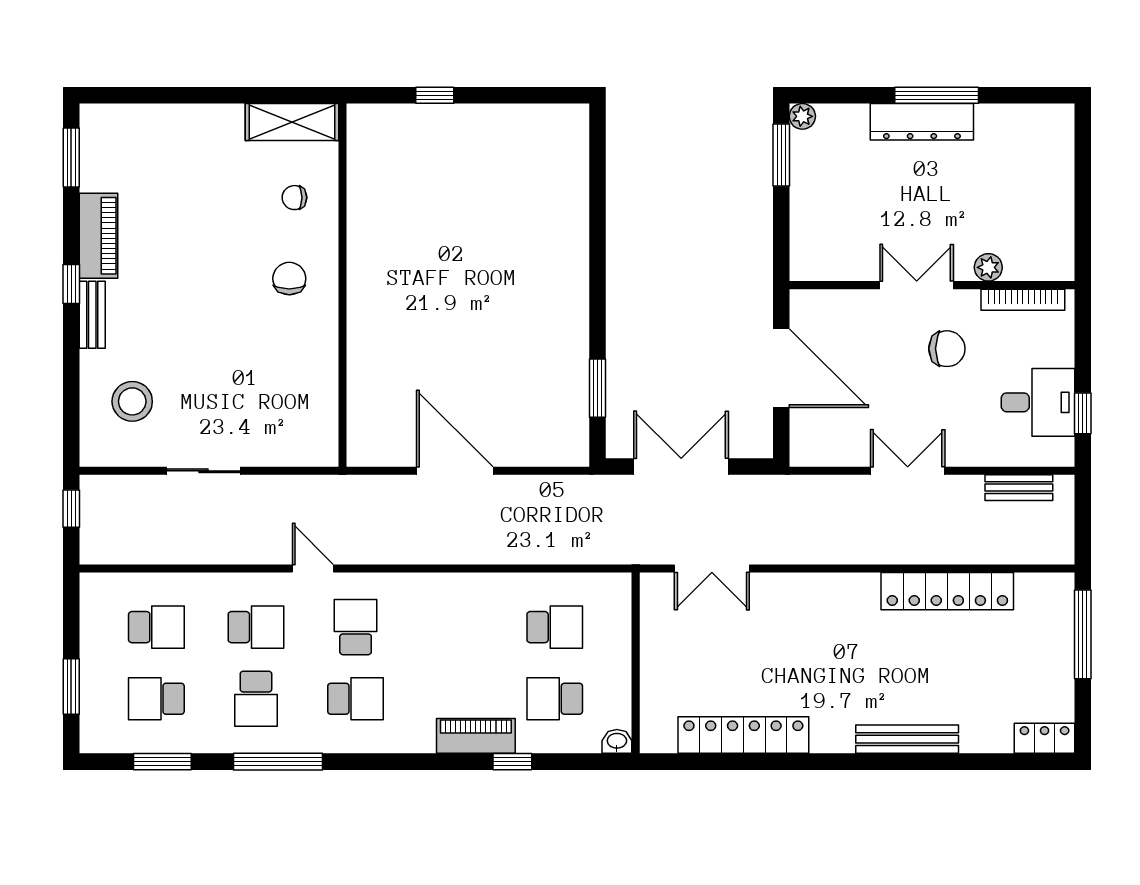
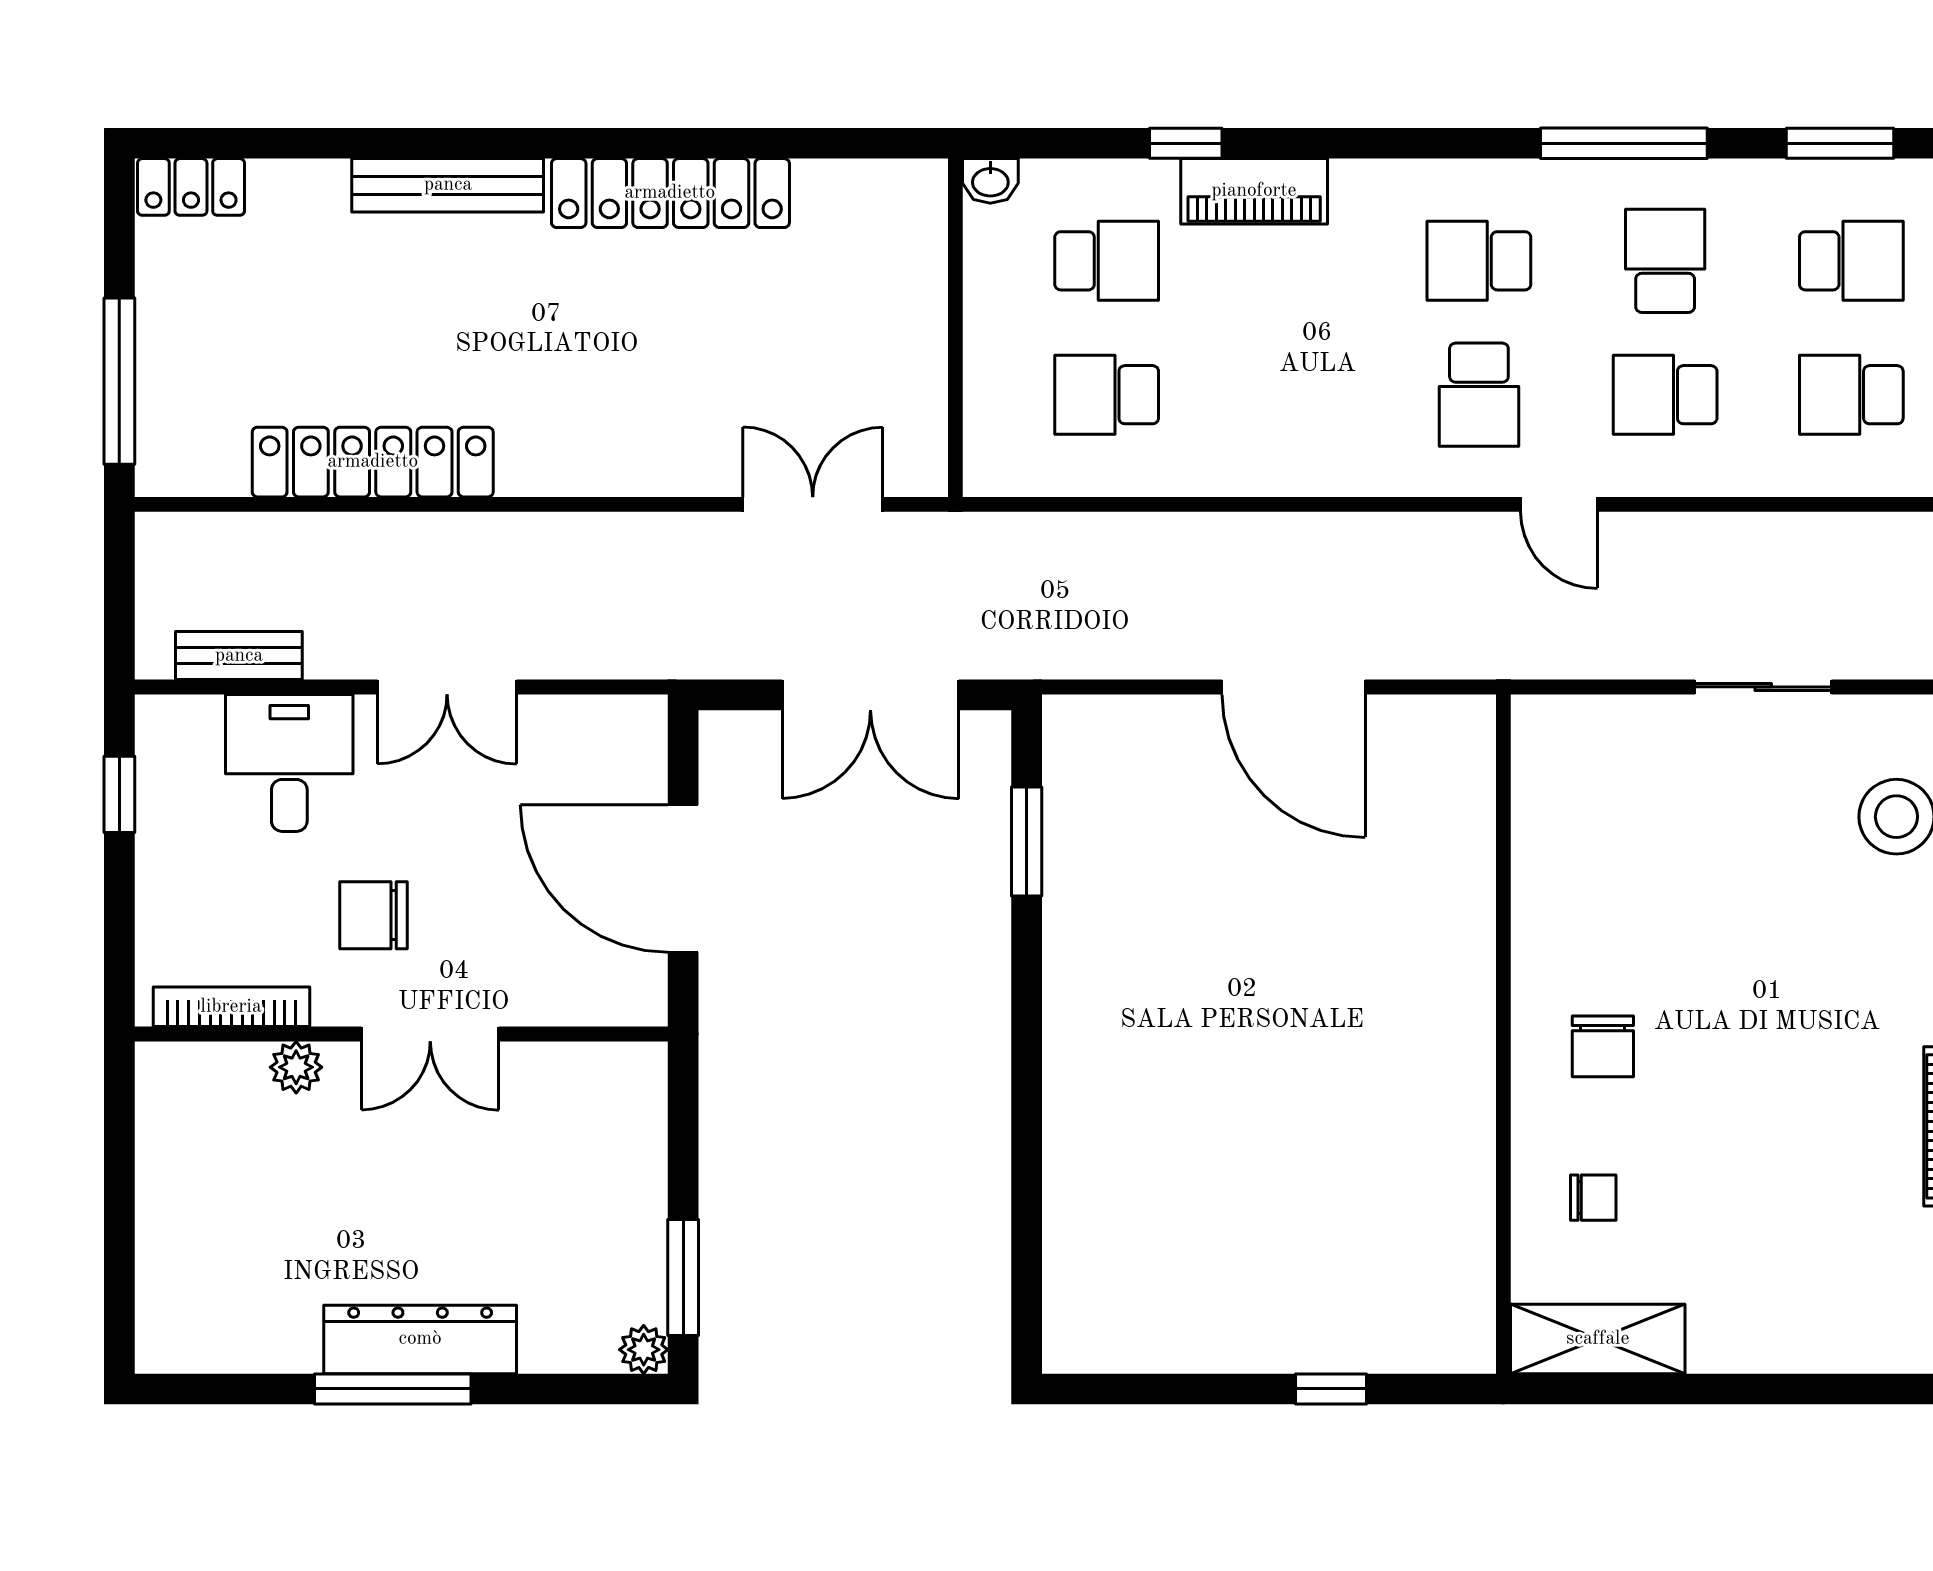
desk: (1038, 402) -> (289, 763), moved, turned 90
locker: (743, 735) -> (670, 193), moved

